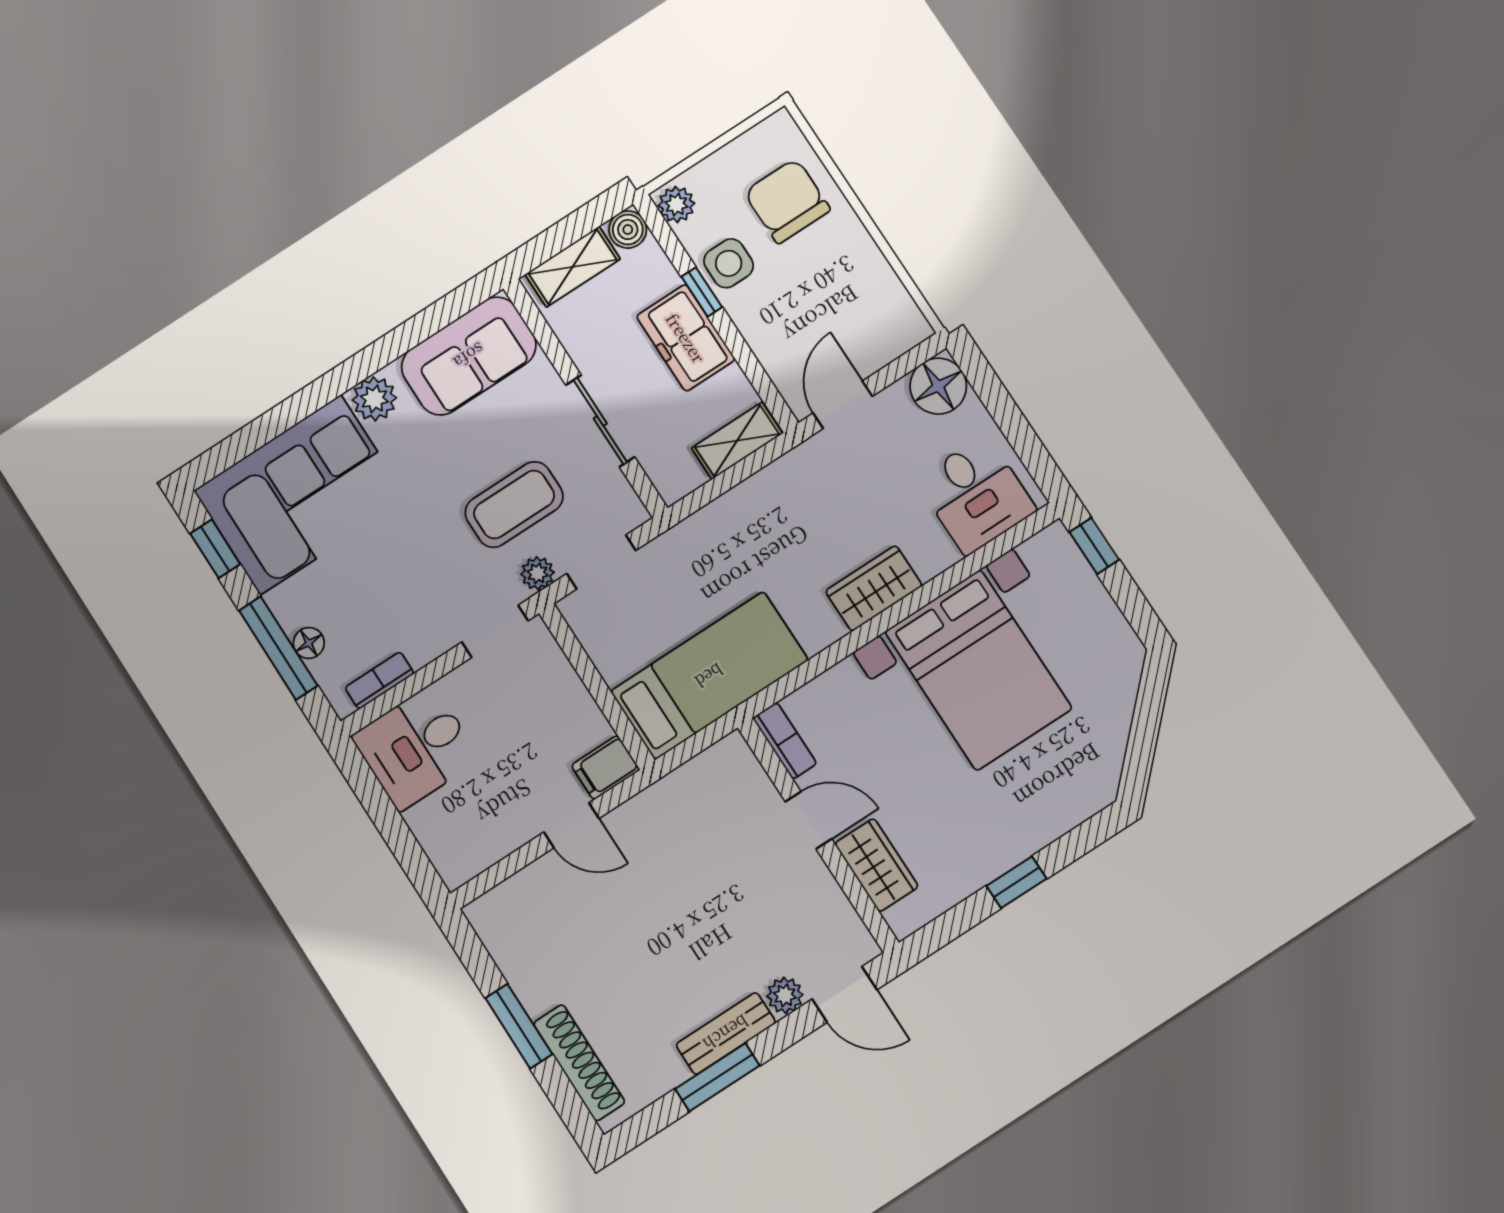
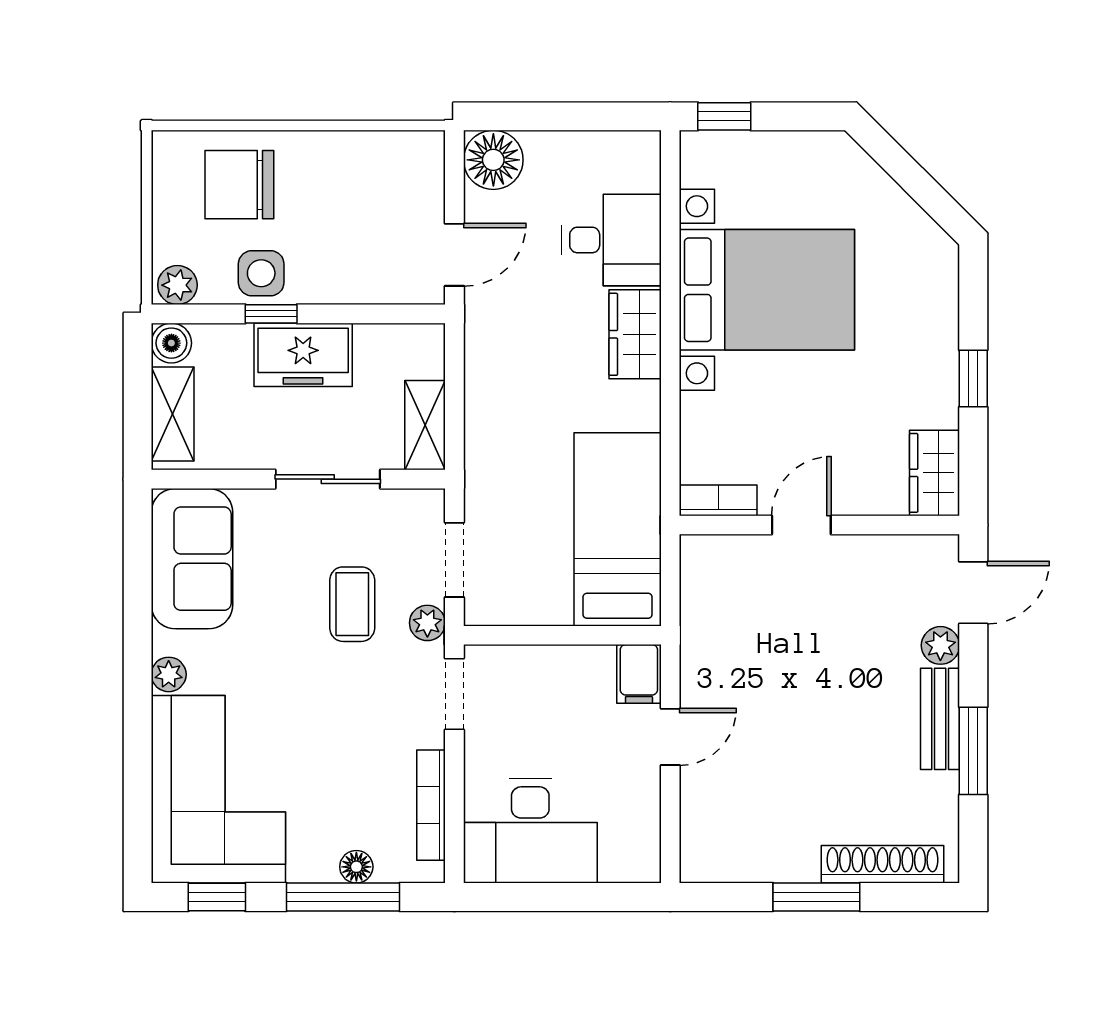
plant: (374, 399) -> (169, 674), width x0.73, depth x0.73
door: (843, 405) -> (454, 255), swing flipped
shelving: (737, 441) -> (425, 425), moved
desk: (976, 495) -> (611, 240), moved
coffee table: (514, 505) -> (352, 604), width x0.73, depth x0.77
bookcase: (379, 680) -> (431, 805), width x1.56
desk: (416, 748) -> (530, 831), width x1.37
wardrobe: (877, 865) -> (935, 473), moved, turned -90

